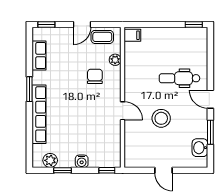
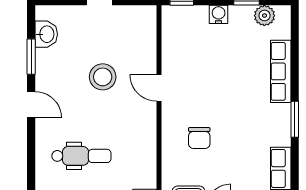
plant: (115, 60) -> (170, 162), removed
dental chair: (179, 78) -> (81, 156), moved
row of seats: (39, 114) -> (281, 71), width x0.73

